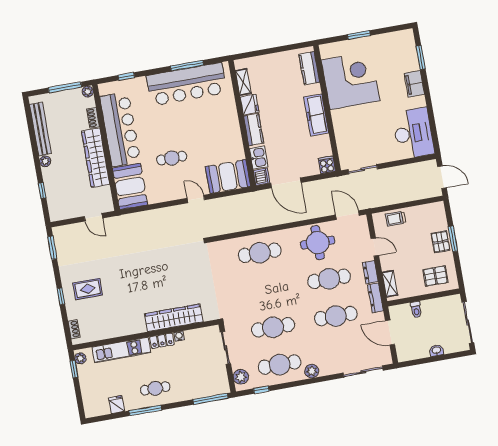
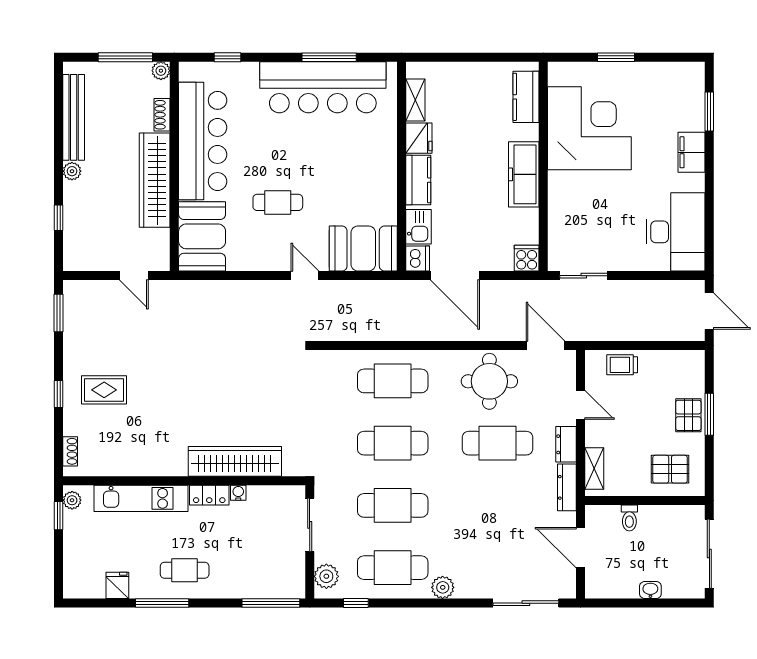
cafe table: (336, 316) -> (393, 443), moved

